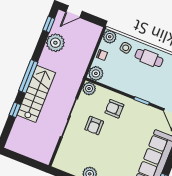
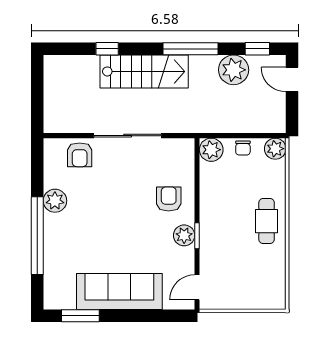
side table: (126, 48) -> (268, 180), removed
window: (28, 76) -> (190, 49), moved
plant: (89, 89) -> (184, 235), moved
armchair: (94, 126) -> (80, 155), moved, turned -90

